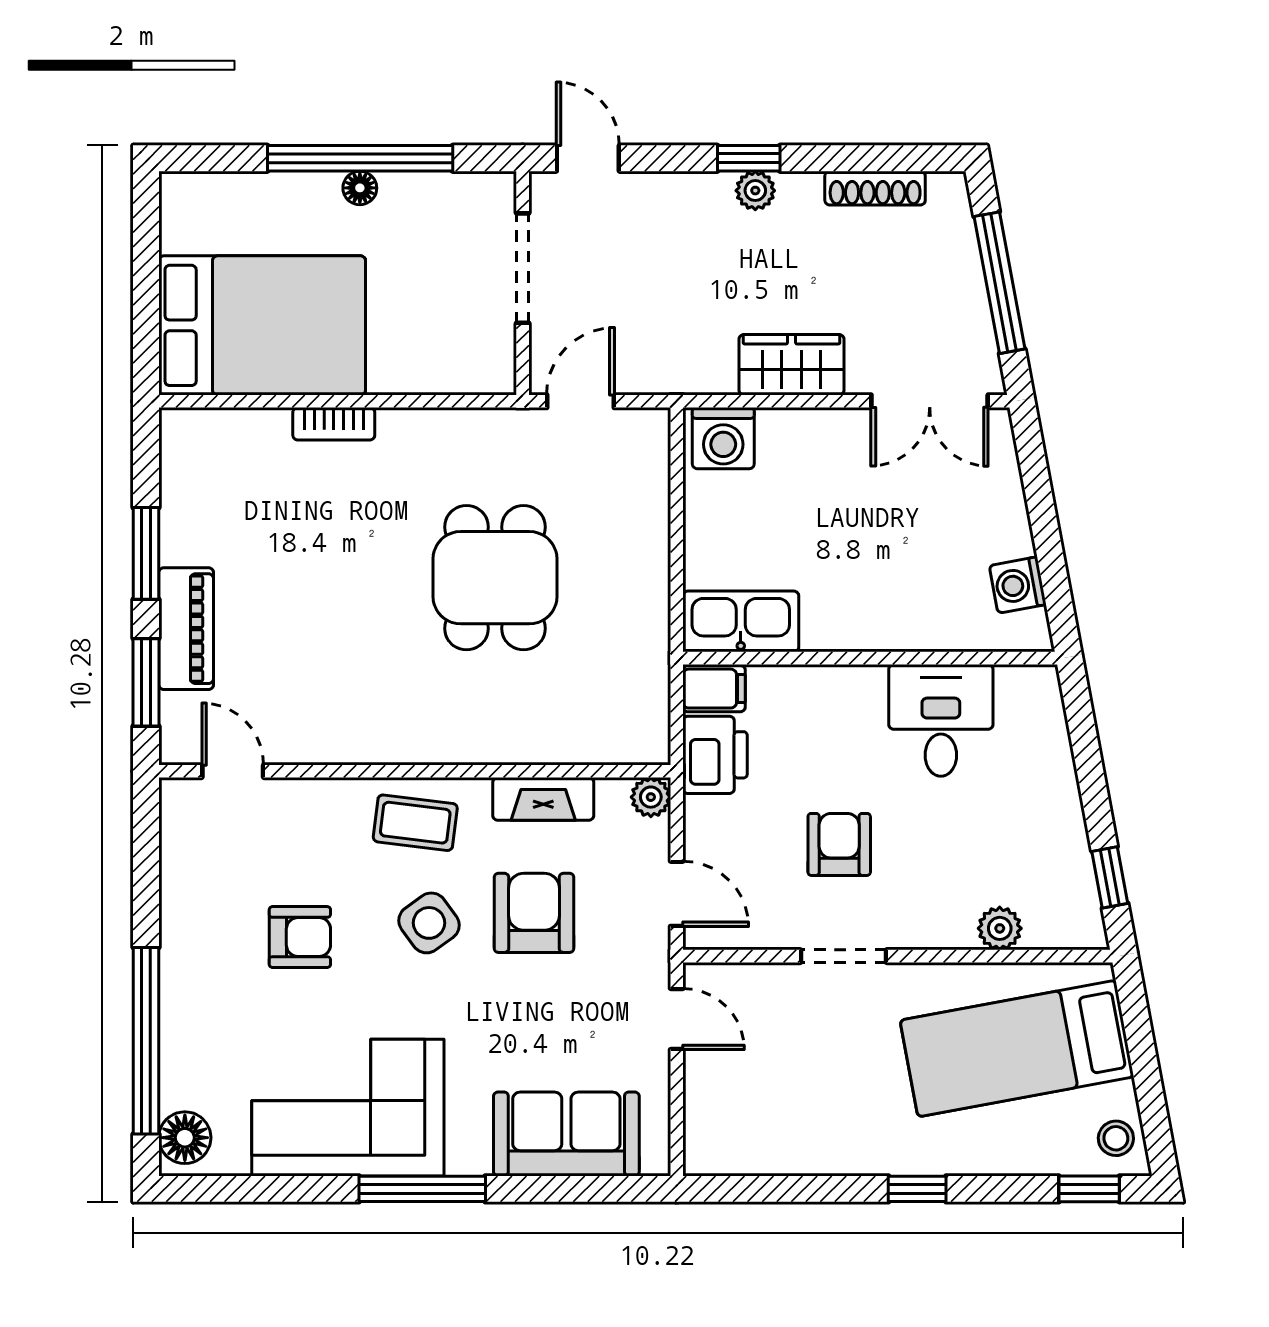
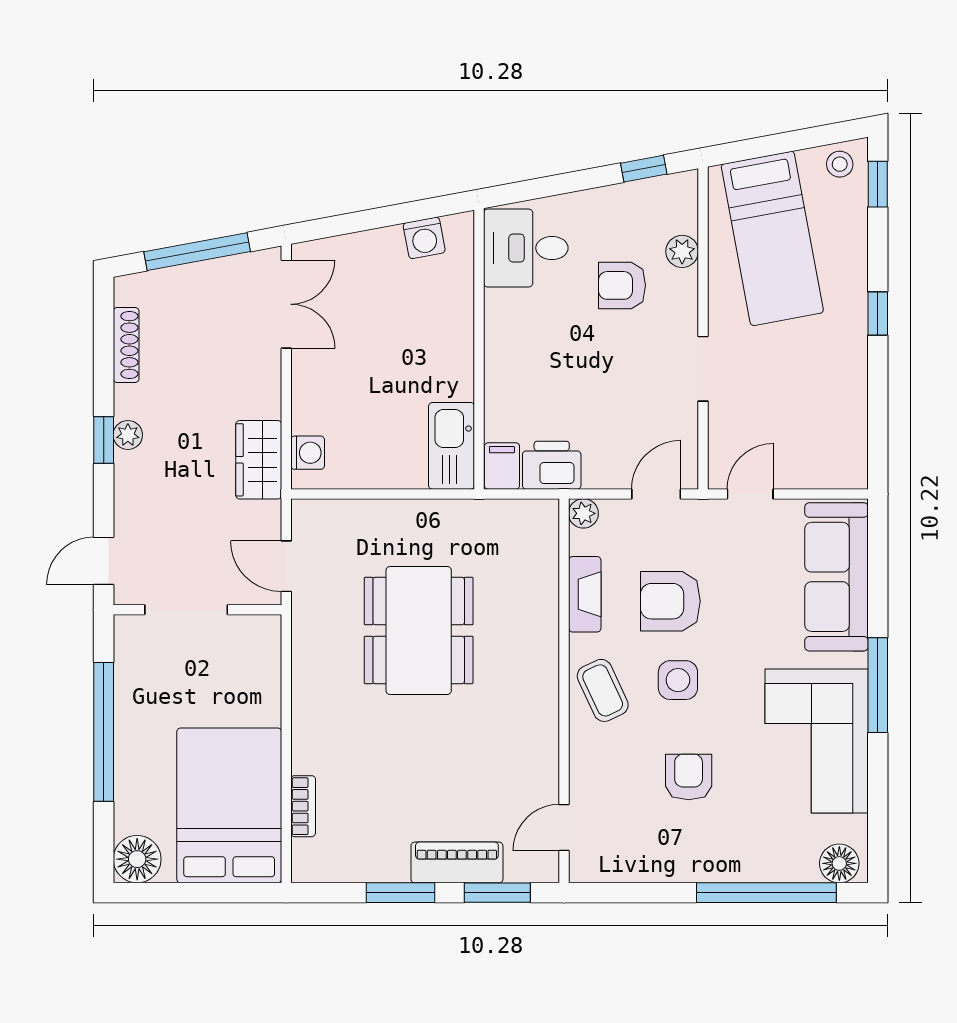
floor lamp: (360, 188) -> (137, 859), moved, width x1.89, depth x1.89
wardrobe: (792, 365) -> (259, 460), moved
bookcase: (334, 424) -> (303, 806), moved
washing machine: (723, 438) -> (308, 453), width x0.73, depth x0.73
dining table: (495, 578) -> (419, 630), width x1.37
desk: (941, 720) -> (526, 248), moved
coffee table: (415, 823) -> (603, 690), turned -32
armchair: (839, 844) -> (622, 285), moved
side table: (429, 923) -> (678, 680), turned 36
sofa: (566, 1134) -> (836, 577), width x1.36

